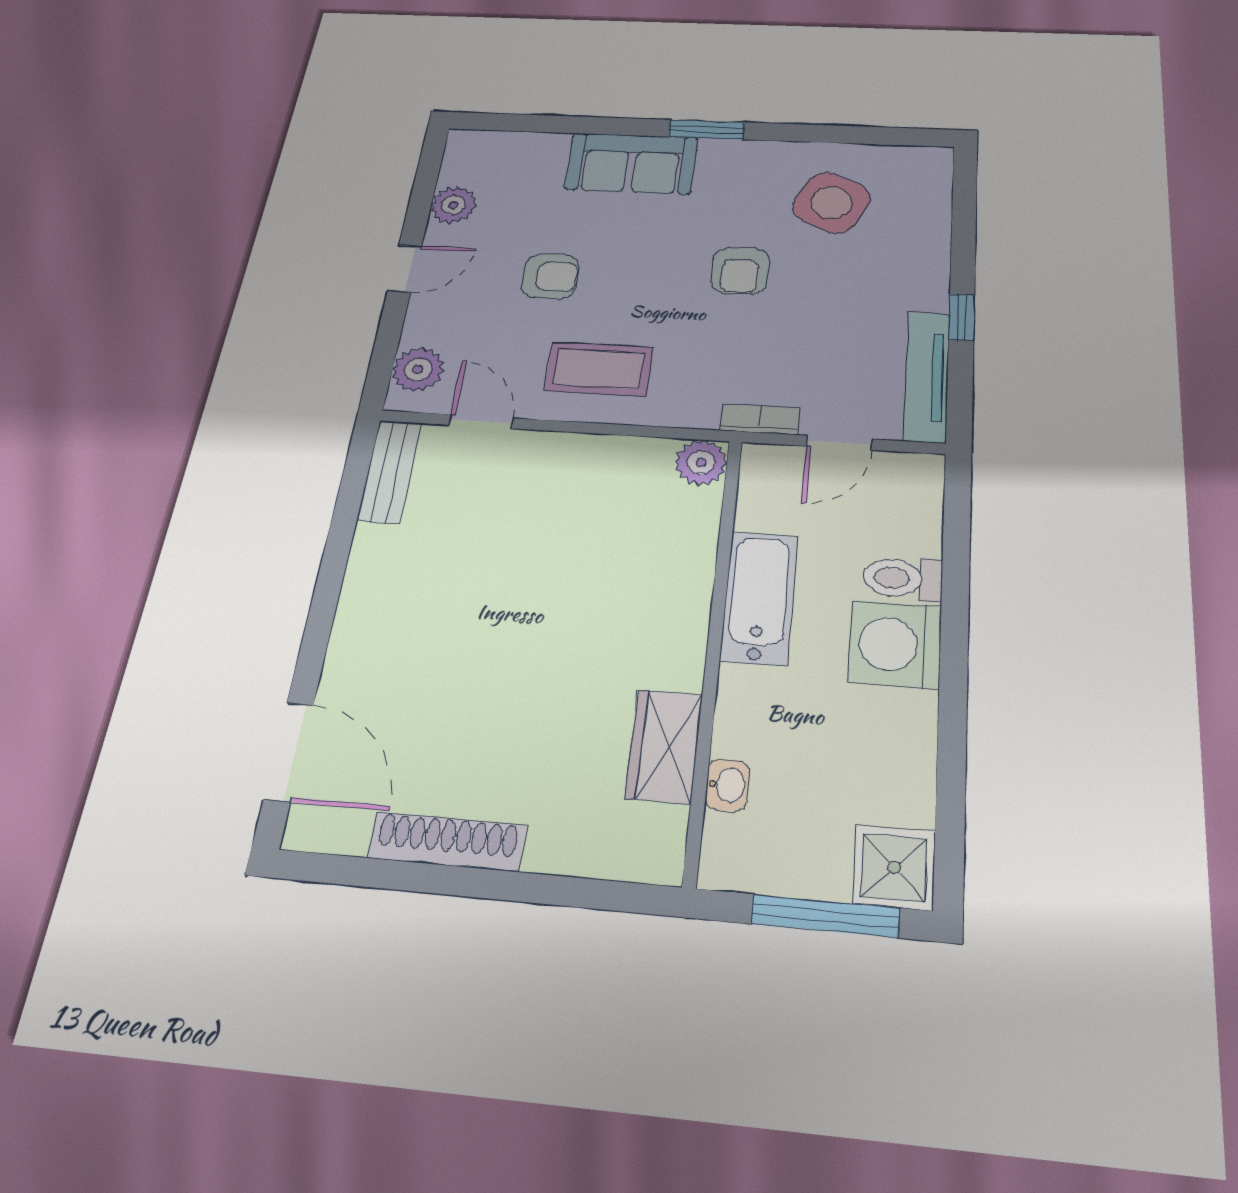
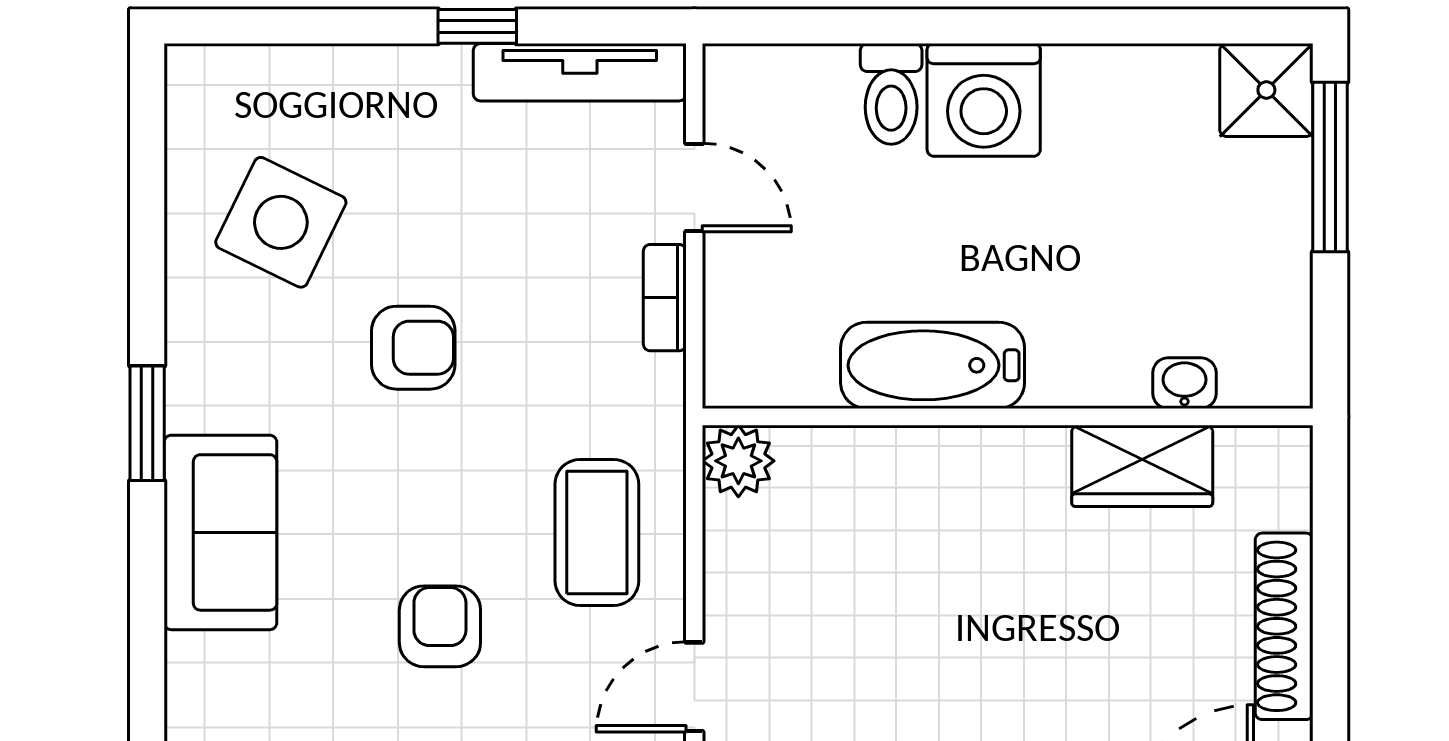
plant: (701, 462) -> (738, 461), moved
bathtub: (759, 597) -> (933, 365), moved
wall: (714, 648) -> (1008, 417), moved
wardrobe: (664, 746) -> (1142, 466), moved
washbasin: (727, 785) -> (1184, 383), moved

